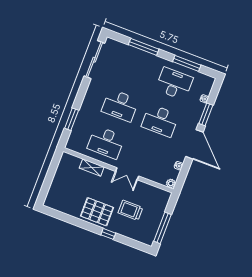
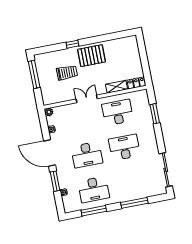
desk: (160, 121) -> (87, 155), turned 180
locker: (71, 159) -> (136, 83), added

